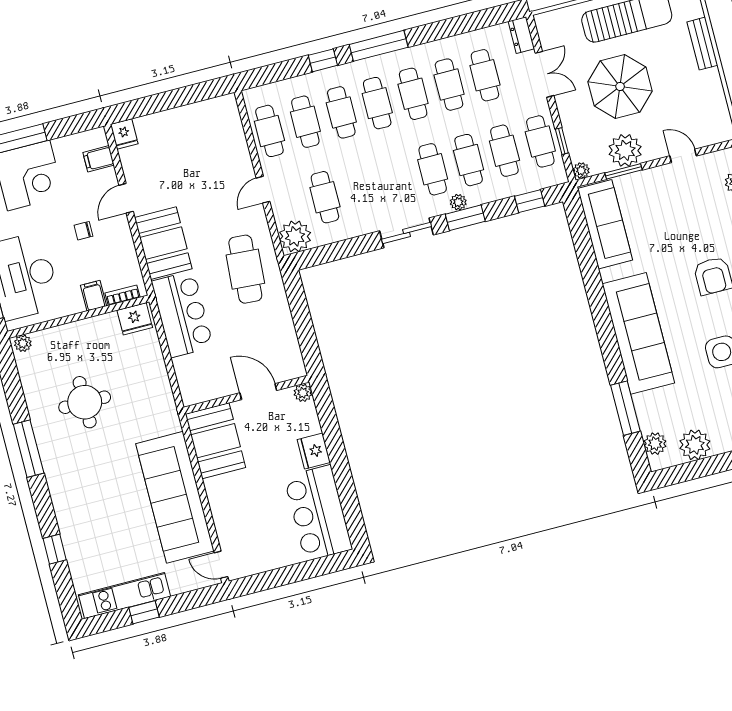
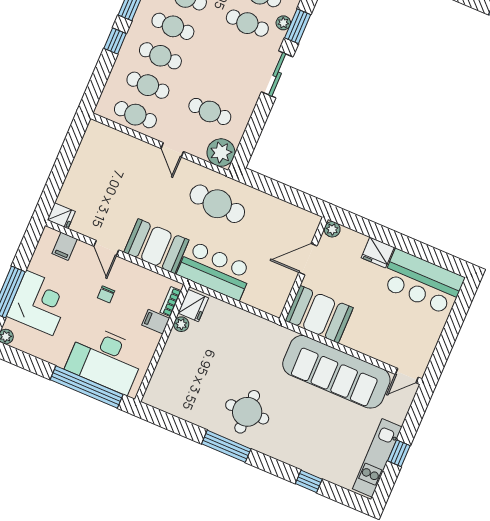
plant: (23, 343) -> (181, 324), moved
round table: (85, 402) -> (247, 412), moved

